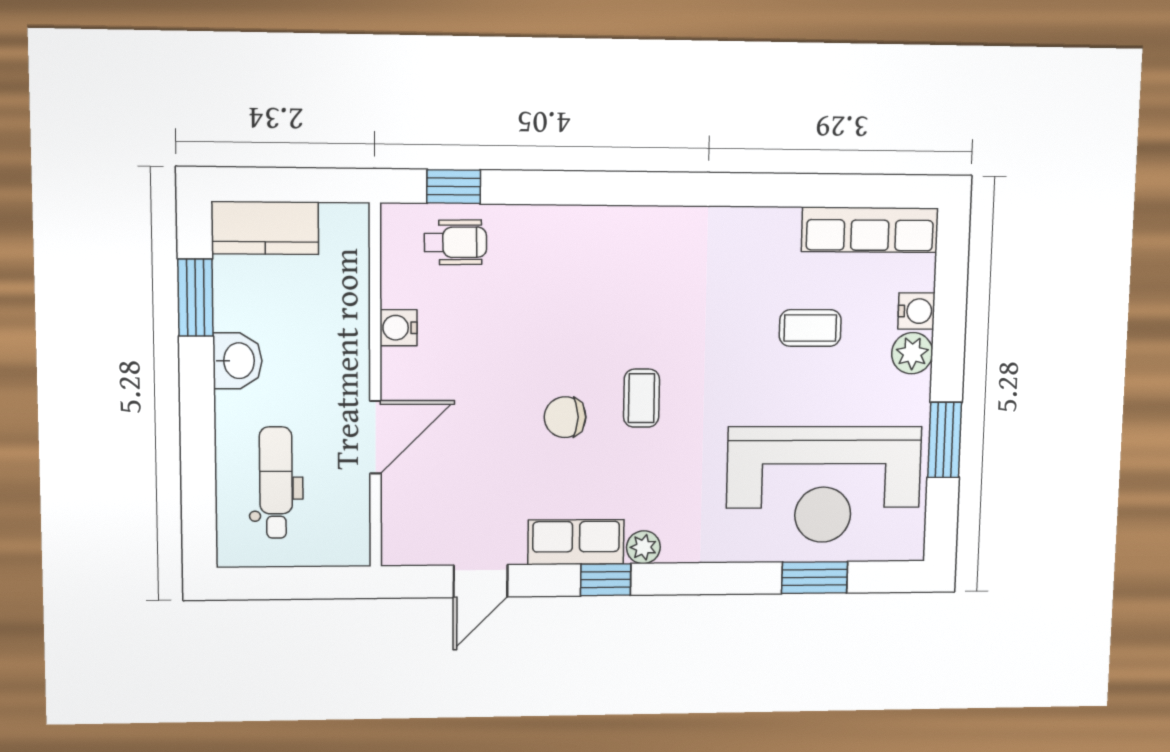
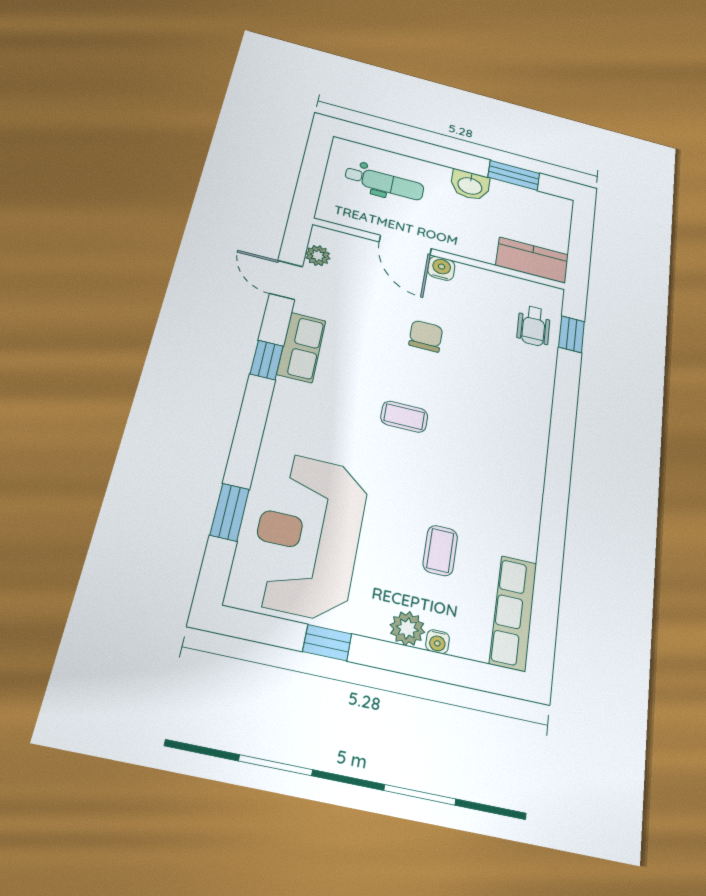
kitchen counter: (265, 228) -> (532, 260), moved, turned 90
water cooler: (916, 311) -> (438, 642), width x0.72, depth x0.72
water cooler: (399, 328) -> (441, 268), moved
chair: (565, 417) -> (426, 336), moved
window: (945, 440) -> (327, 643), width x0.67
plant: (643, 547) -> (318, 256), moved

